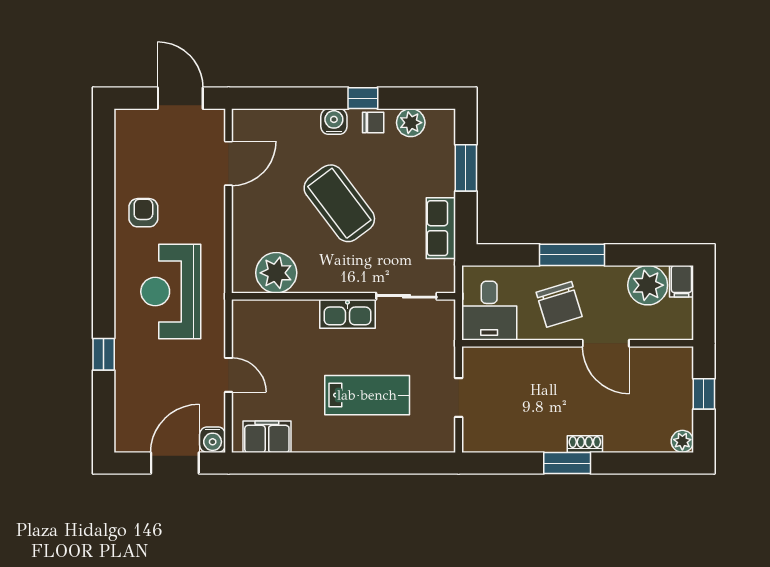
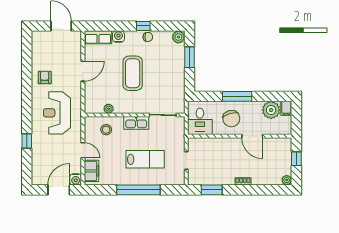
water cooler: (334, 121) -> (118, 37), moved
plant: (411, 123) -> (178, 37), moved
door: (229, 163) -> (83, 71), moved
coffee table: (339, 203) -> (133, 73), turned 37
row of seats: (441, 228) -> (98, 37), moved, turned -90
plant: (276, 273) -> (109, 109), width x0.53, depth x0.53
stool: (280, 329) -> (106, 130), added
filing cabinet: (267, 437) -> (91, 171), moved, turned 90
window: (352, 463) -> (138, 190), added
window: (567, 463) -> (212, 190), moved

